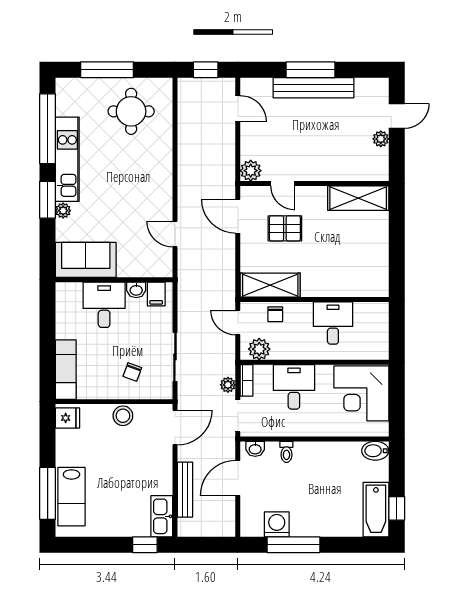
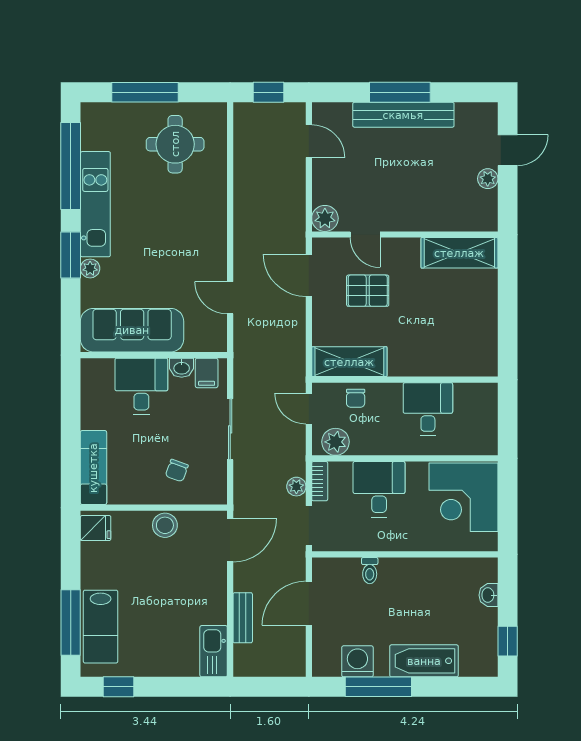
sofa: (86, 260) -> (132, 330), width x1.36
sliding door: (175, 357) -> (230, 429), moved
washbasin: (255, 449) -> (488, 595), moved, turned 90
bidet: (375, 451) -> (481, 569), removed
bench: (185, 490) -> (243, 618), width x0.73
bathtub: (376, 510) -> (424, 661), moved, turned 90
window: (145, 545) -> (118, 687), moved

